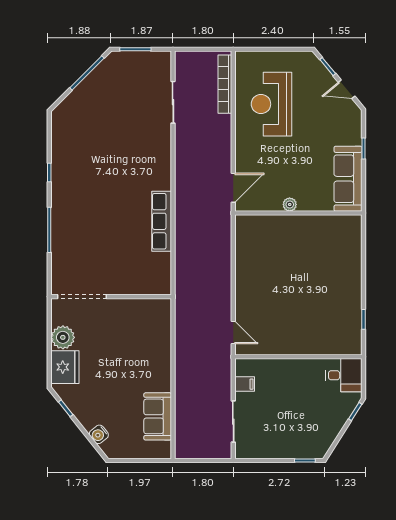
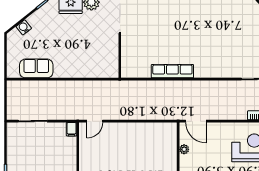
plant: (290, 204) -> (184, 149), moved
filing cabinet: (245, 384) -> (72, 129), moved

